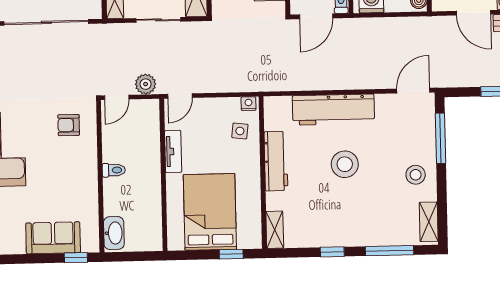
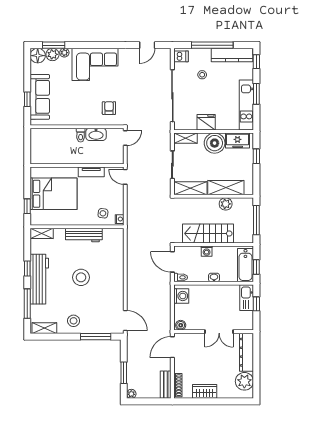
door: (473, 13) -> (172, 347), moved
plant: (146, 84) -> (133, 156), removed
door: (117, 97) -> (125, 138), swing flipped
workbench: (333, 110) -> (39, 279), moved, turned 180
washbasin: (114, 233) -> (96, 134), moved
sofa: (53, 238) -> (40, 97), width x1.36
window: (76, 258) -> (27, 99), moved

